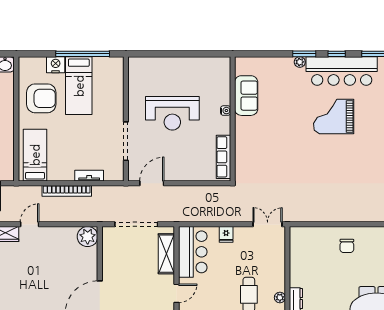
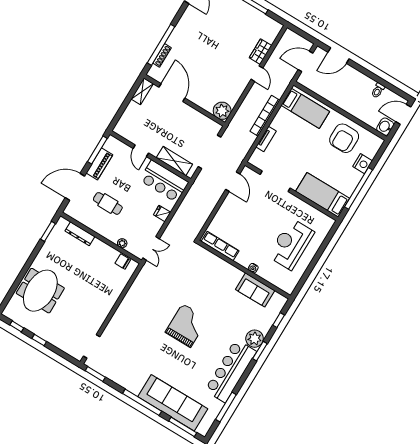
window: (337, 54) -> (279, 320), moved
plant: (300, 62) -> (255, 339), width x1.88, depth x1.88
bed: (79, 86) -> (323, 195), moved
reception desk: (172, 113) -> (291, 244), moved
grand piano: (334, 117) -> (187, 326), moved
chair: (347, 246) -> (123, 262), moved
plant: (280, 298) -> (122, 243), moved

